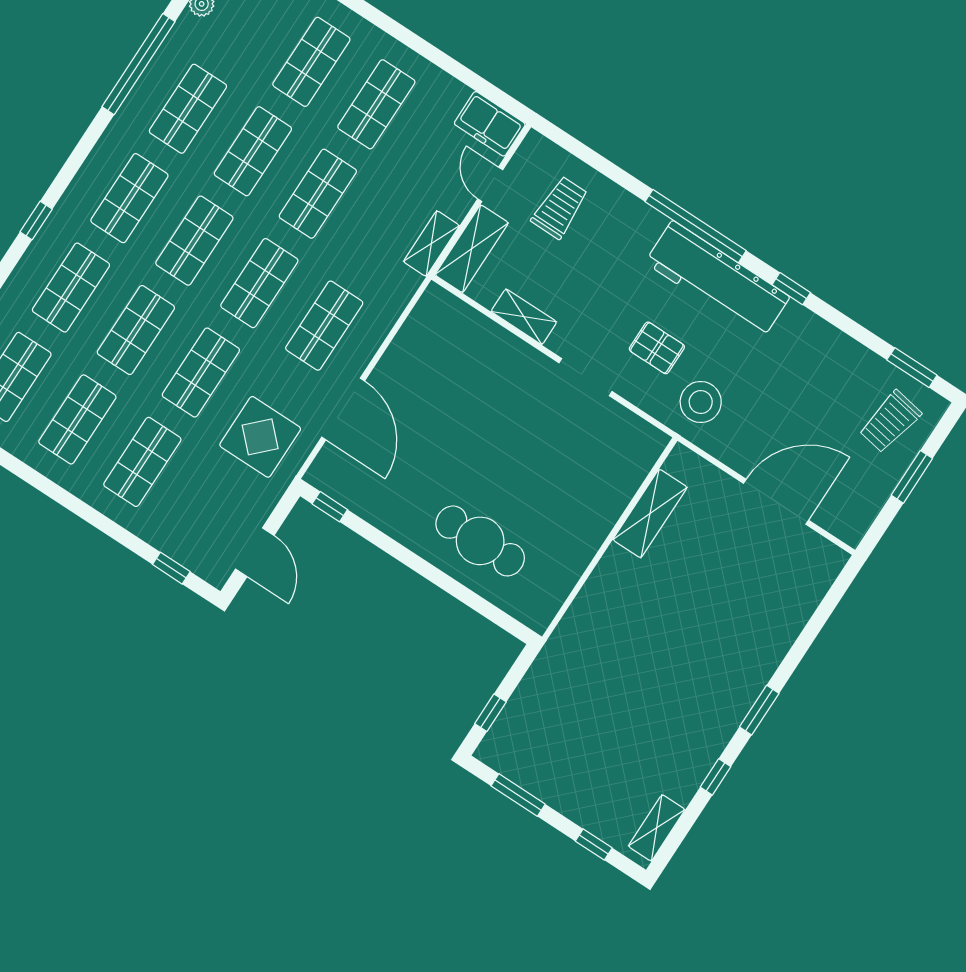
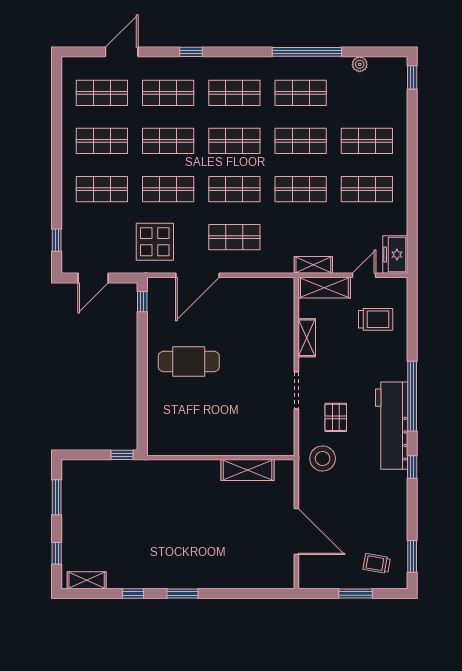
trolley: (890, 422) -> (377, 563), width x0.73, depth x0.72
cafe table: (480, 541) -> (189, 362), moved, turned 90
window: (490, 713) -> (122, 455), moved

